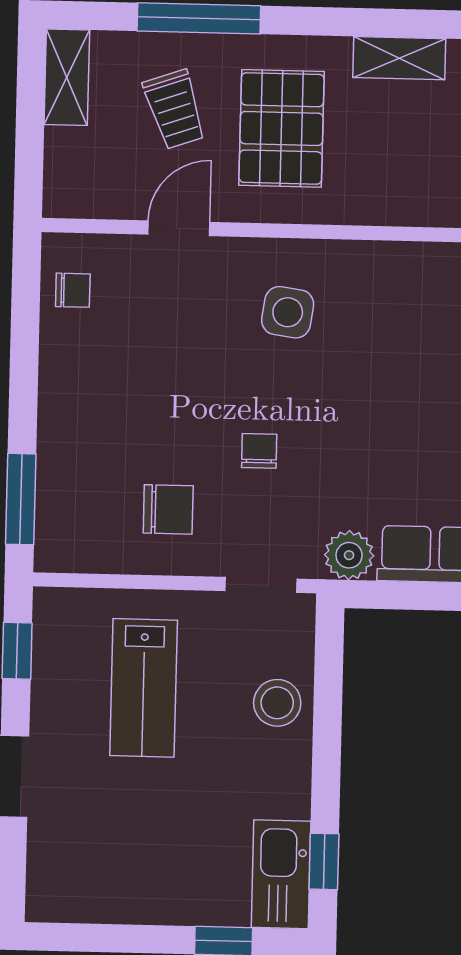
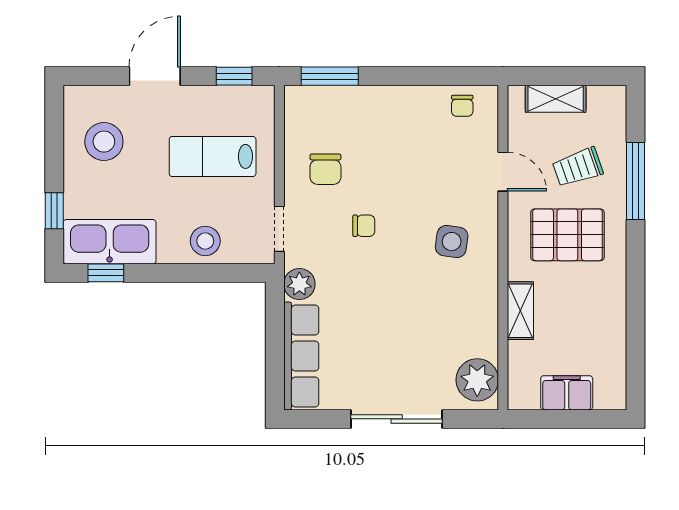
shelving: (399, 58) -> (520, 311), moved
shelving: (67, 77) -> (556, 99), moved
stool: (116, 860) -> (104, 142), added
kitchen sink: (281, 874) -> (110, 242), width x1.36, depth x1.24

